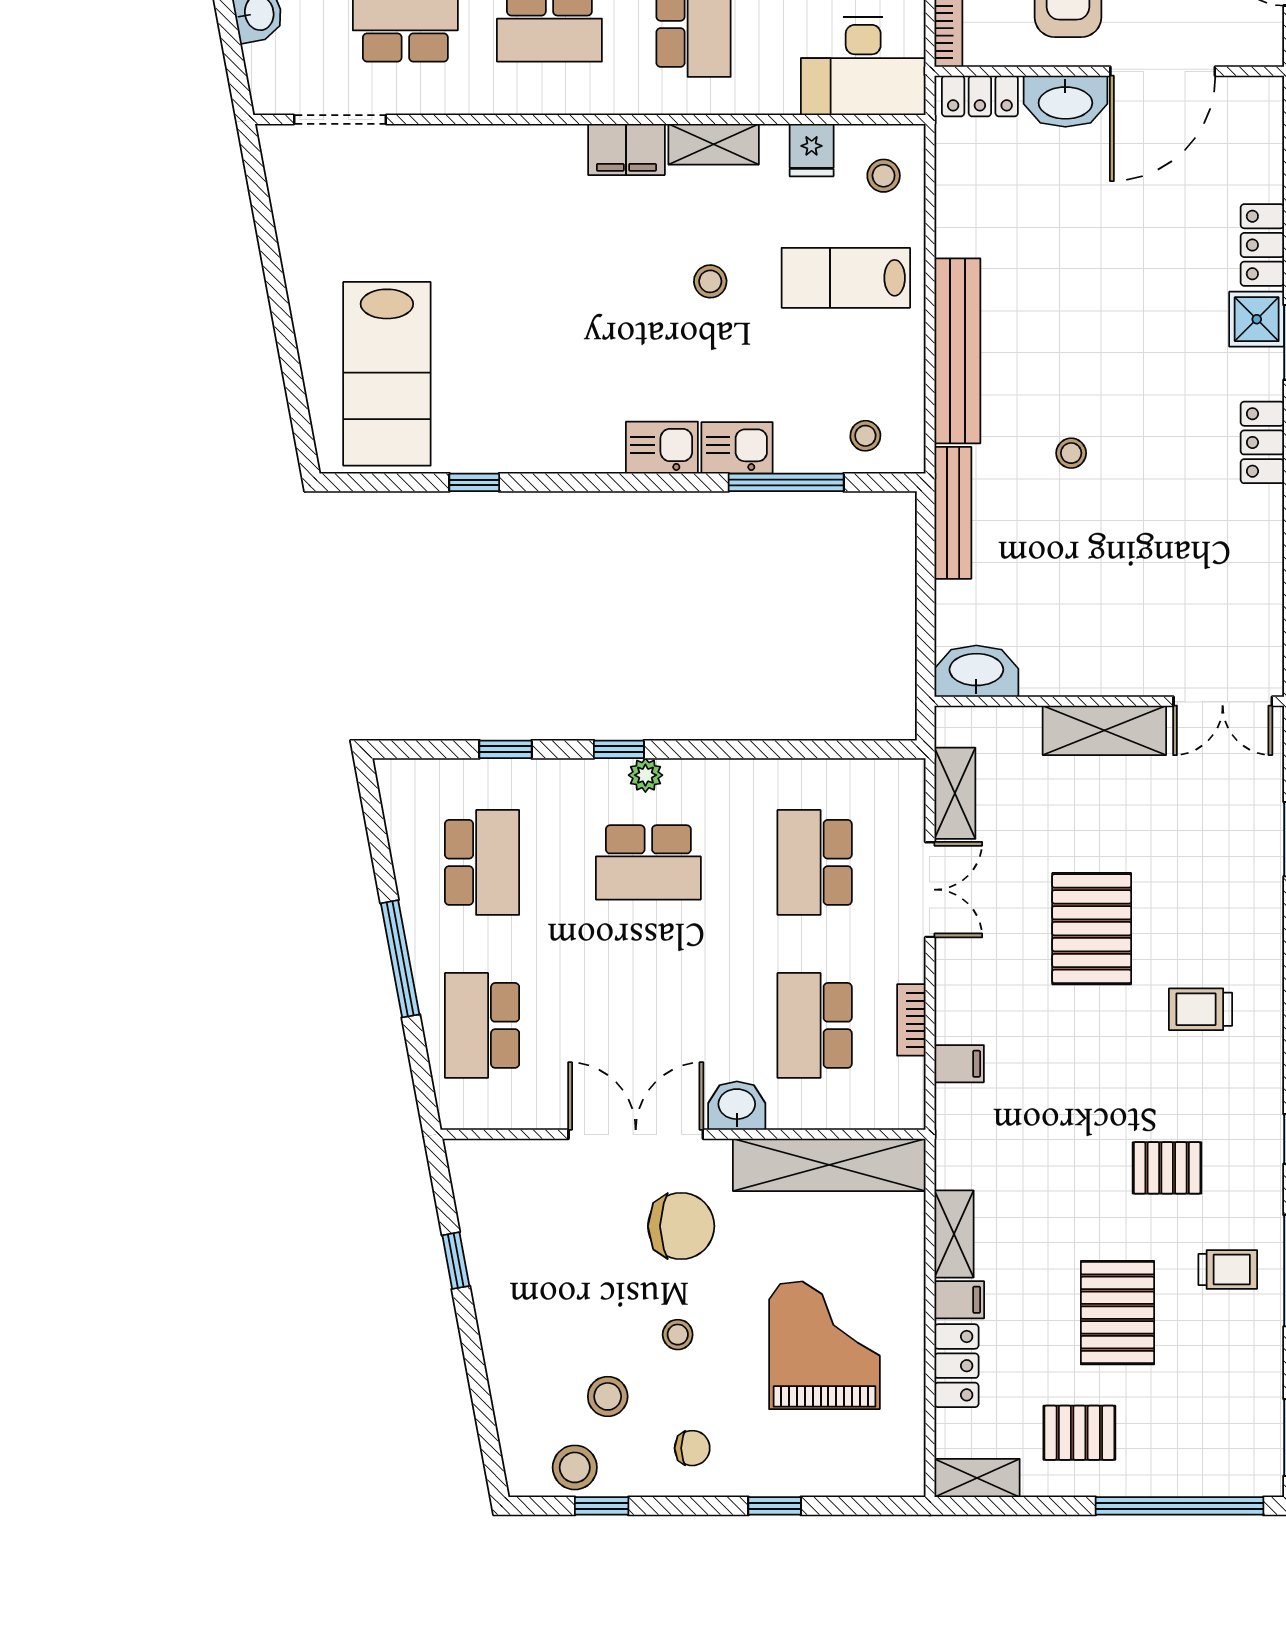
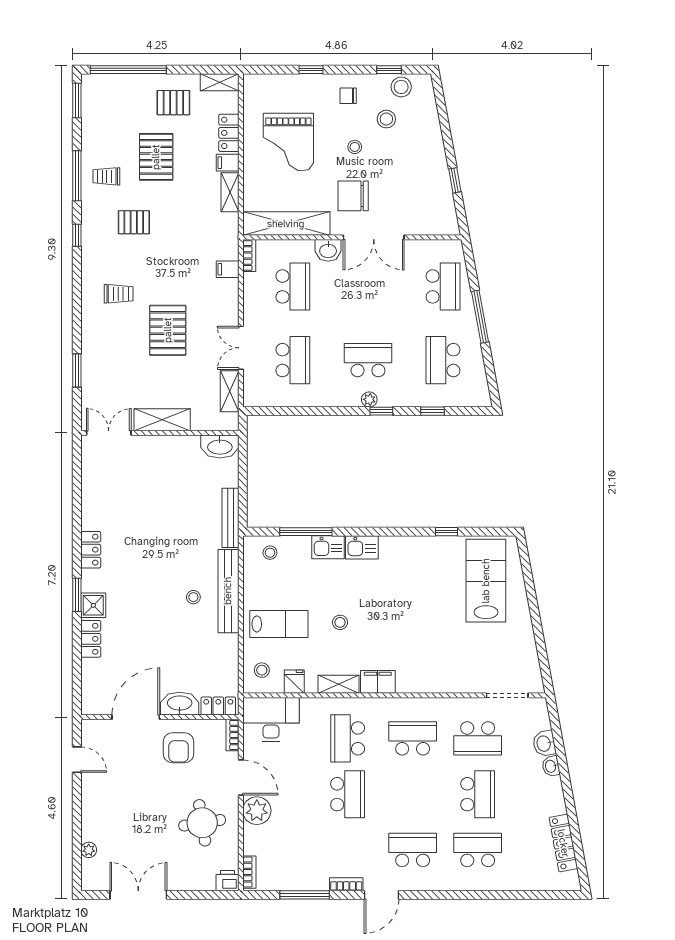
stool: (1071, 453) -> (193, 597), moved
bookcase: (911, 1020) -> (249, 255), moved

